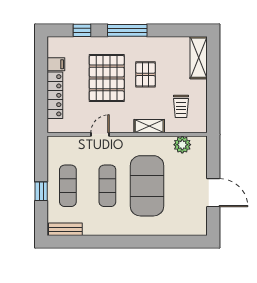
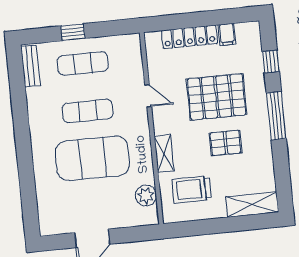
trolley: (181, 106) -> (192, 189), width x1.36, depth x1.39

